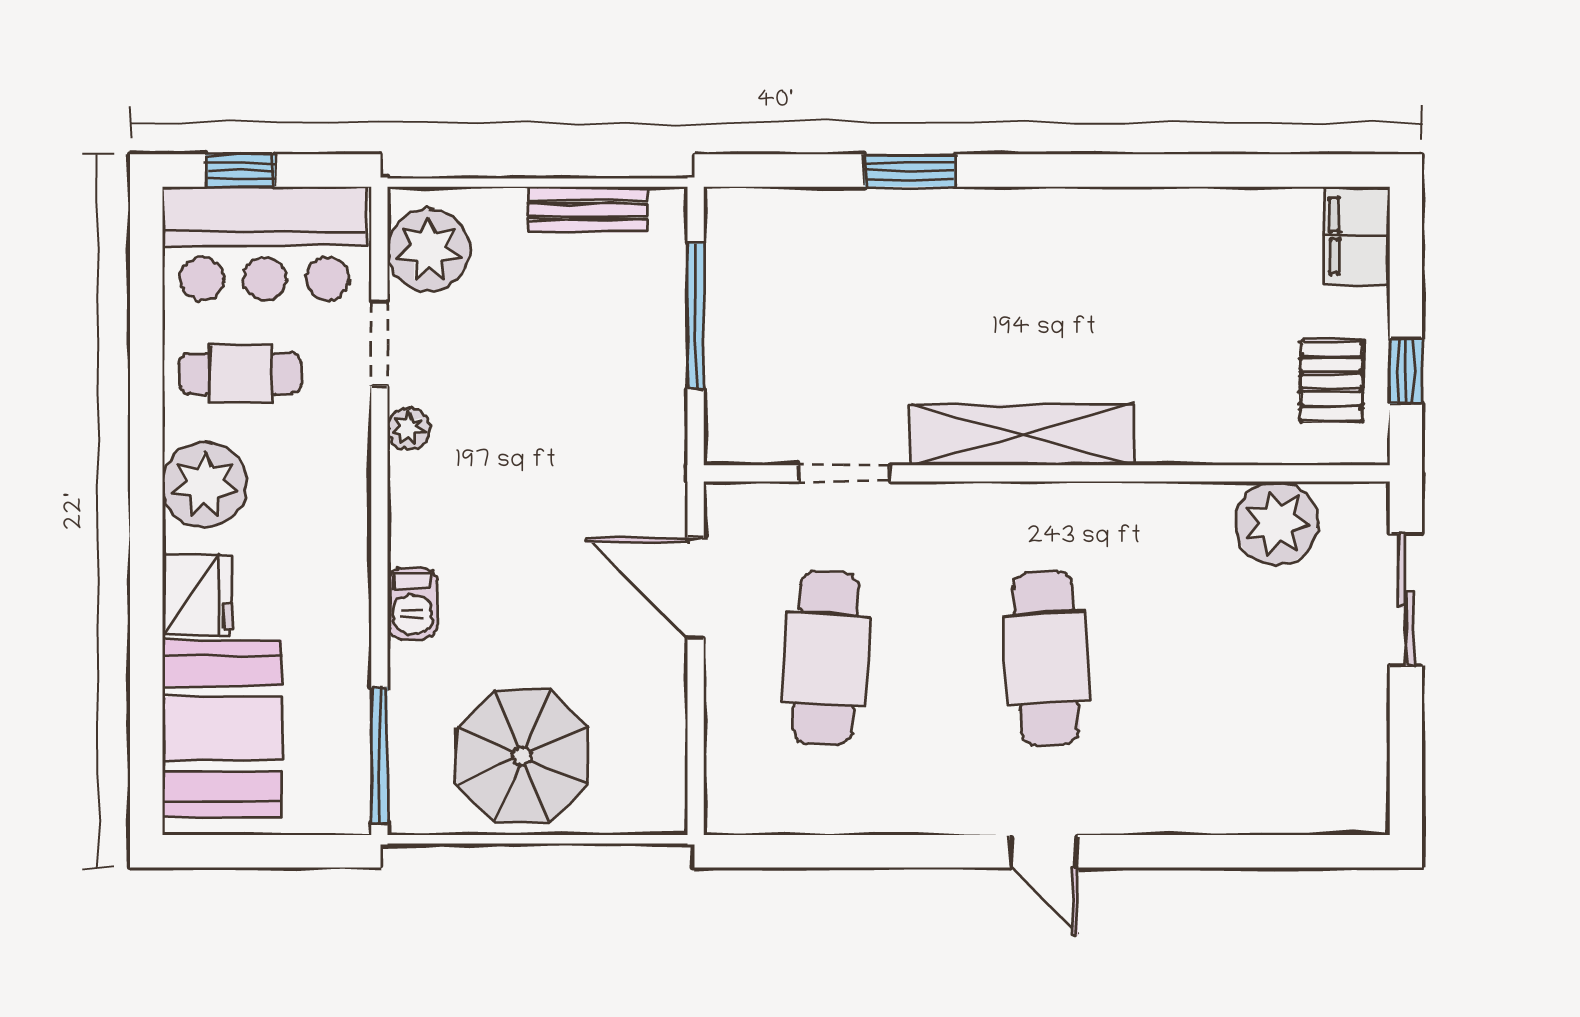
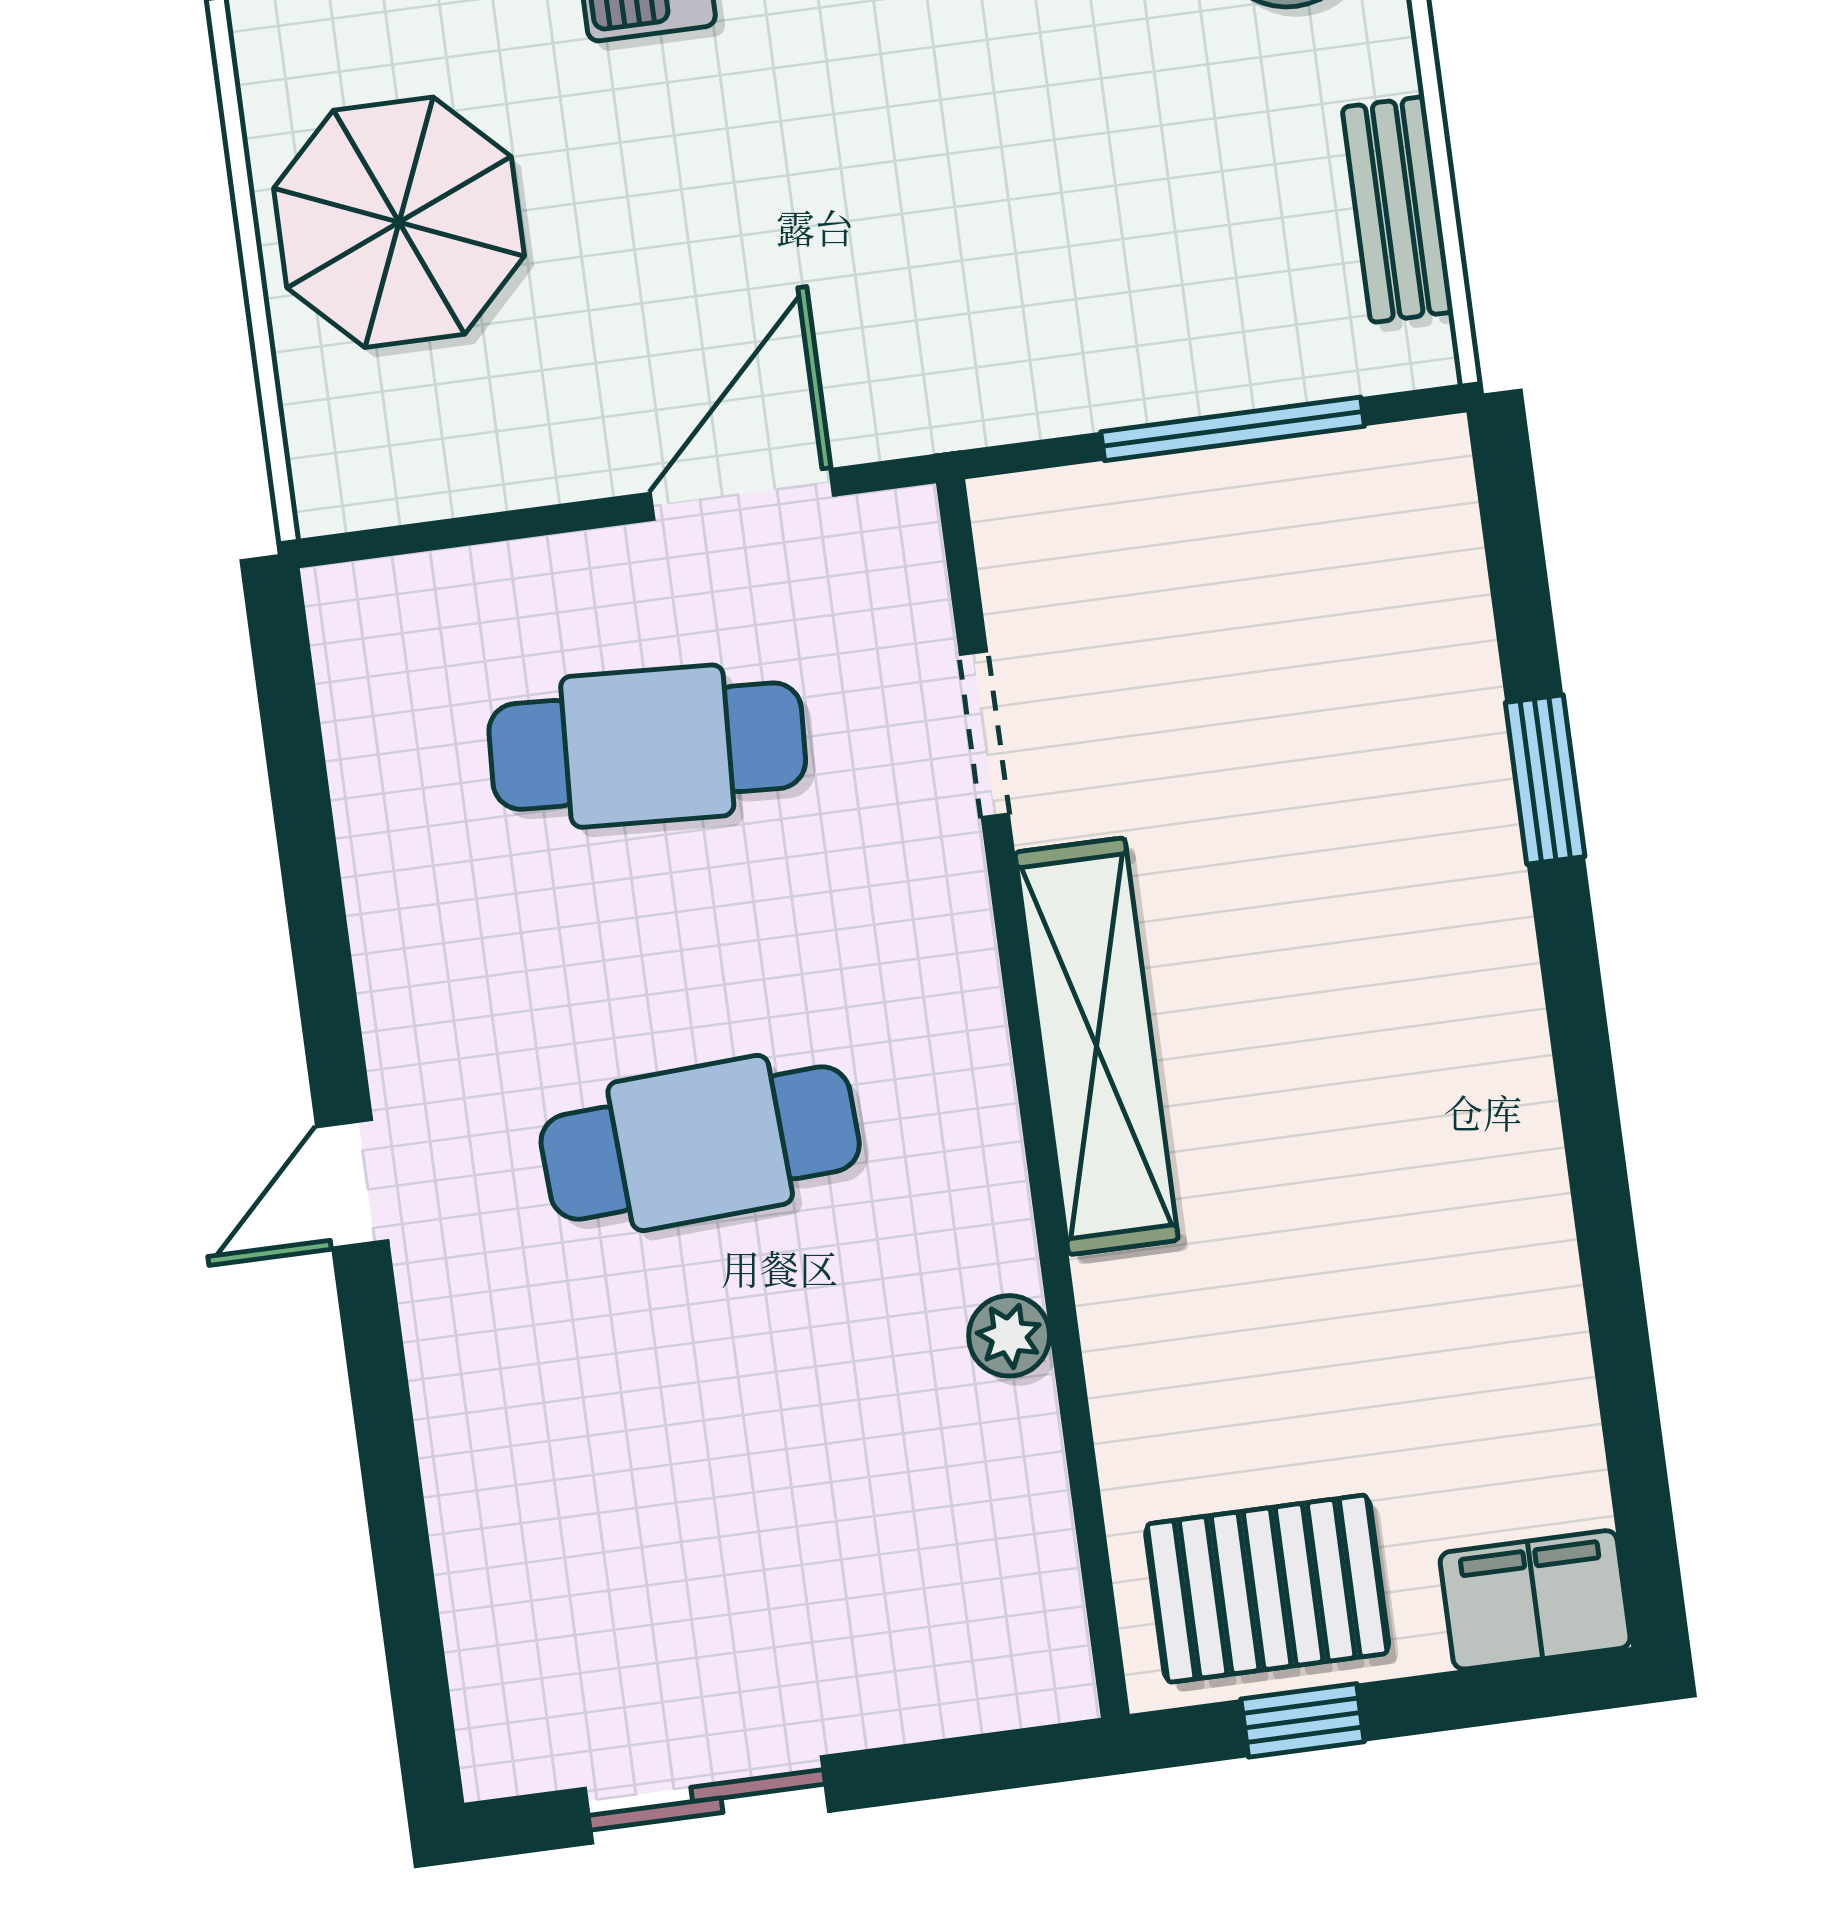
pallet: (1331, 381) -> (1267, 1589), width x1.50, depth x1.42
plant: (1276, 523) -> (1009, 1336), moved, width x0.53, depth x0.53
sliding door: (1406, 600) -> (707, 1800), moved

